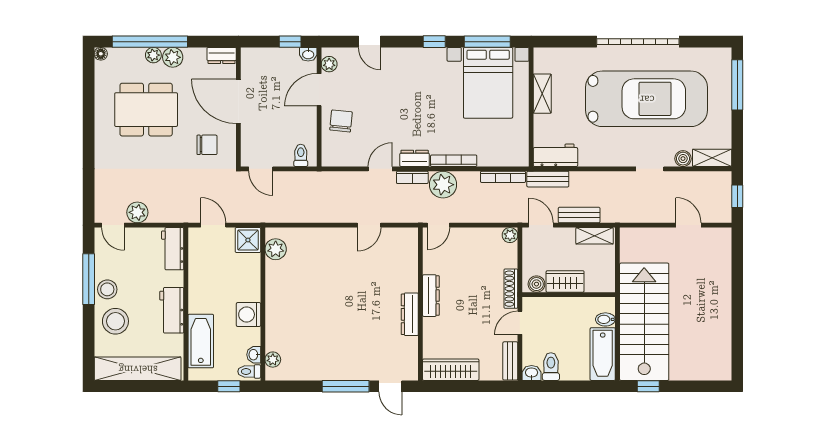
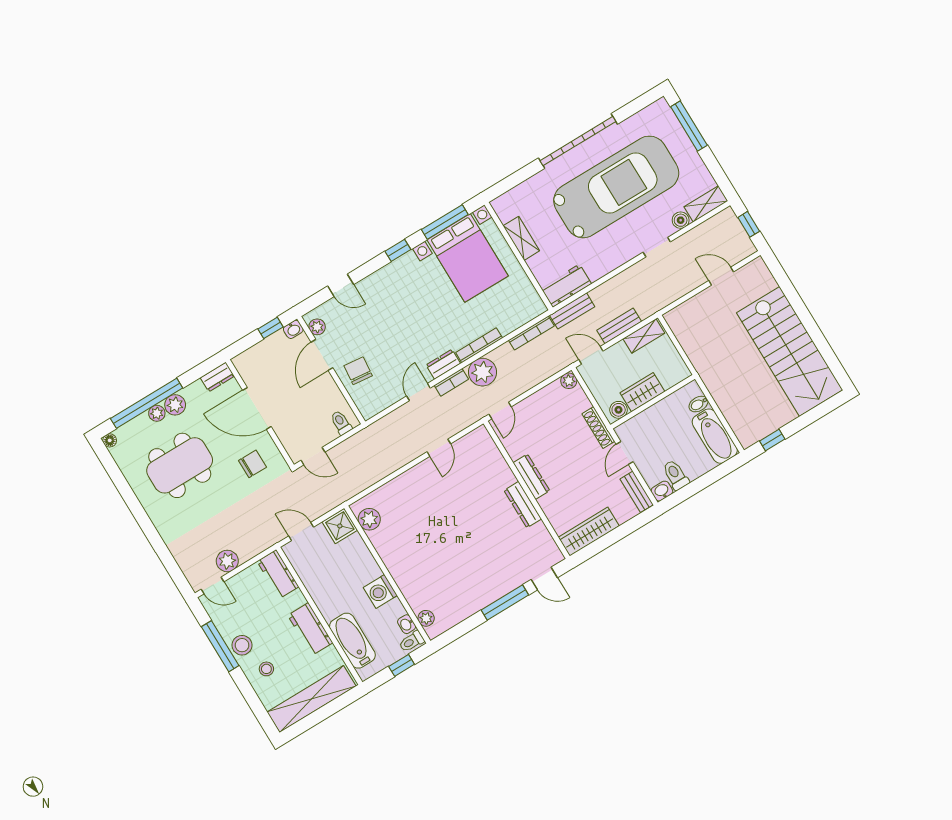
stool: (115, 321) -> (266, 669), width x0.53, depth x0.53
stairs: (644, 322) -> (790, 351), moved, turned 180

